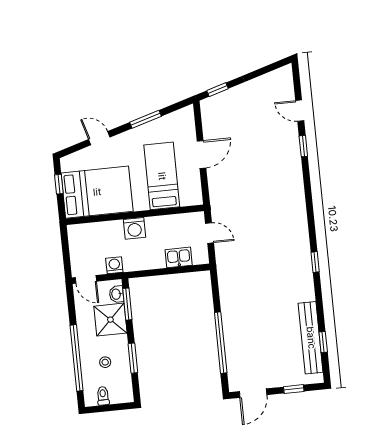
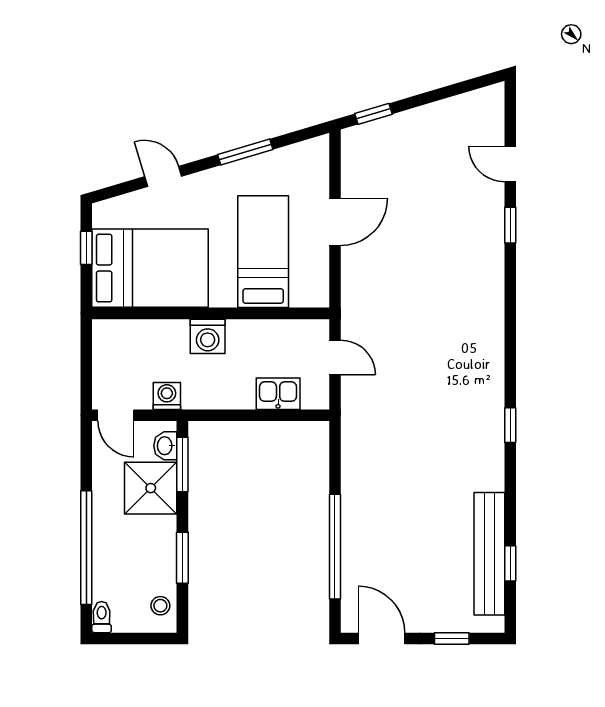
stool: (105, 362) -> (160, 606), moved
door: (253, 393) -> (382, 638), swing flipped
toilet: (103, 396) -> (102, 617), moved

